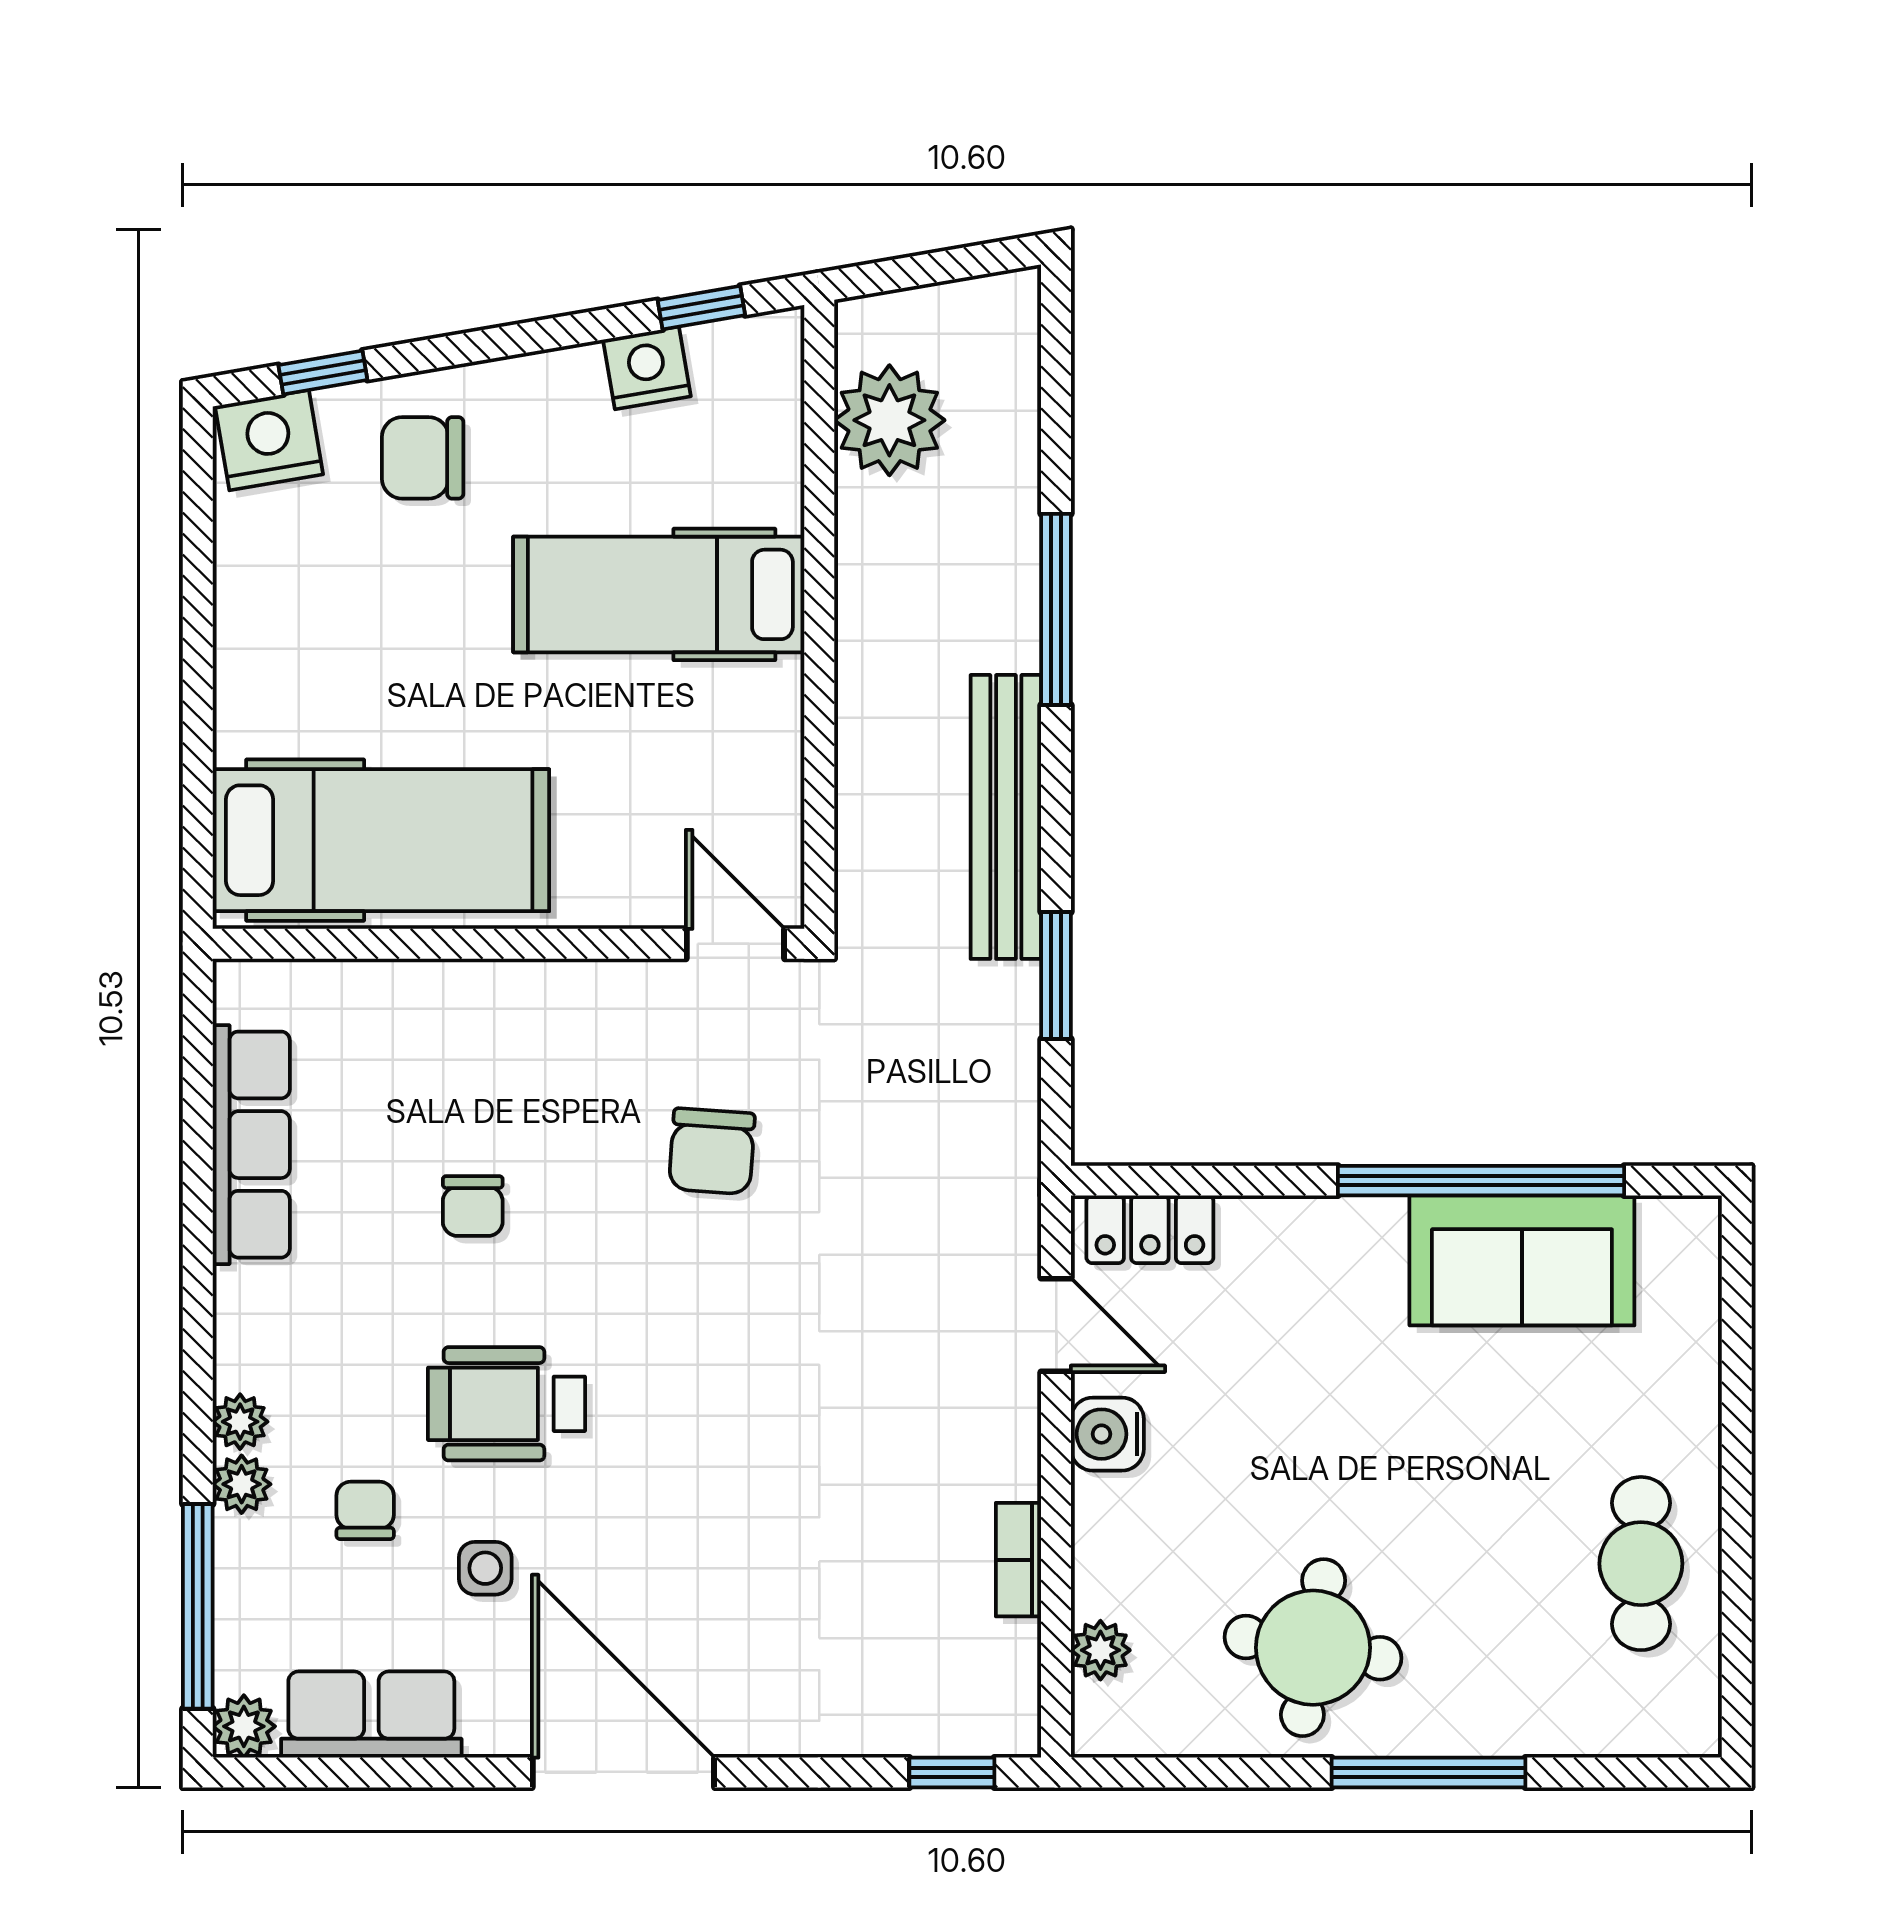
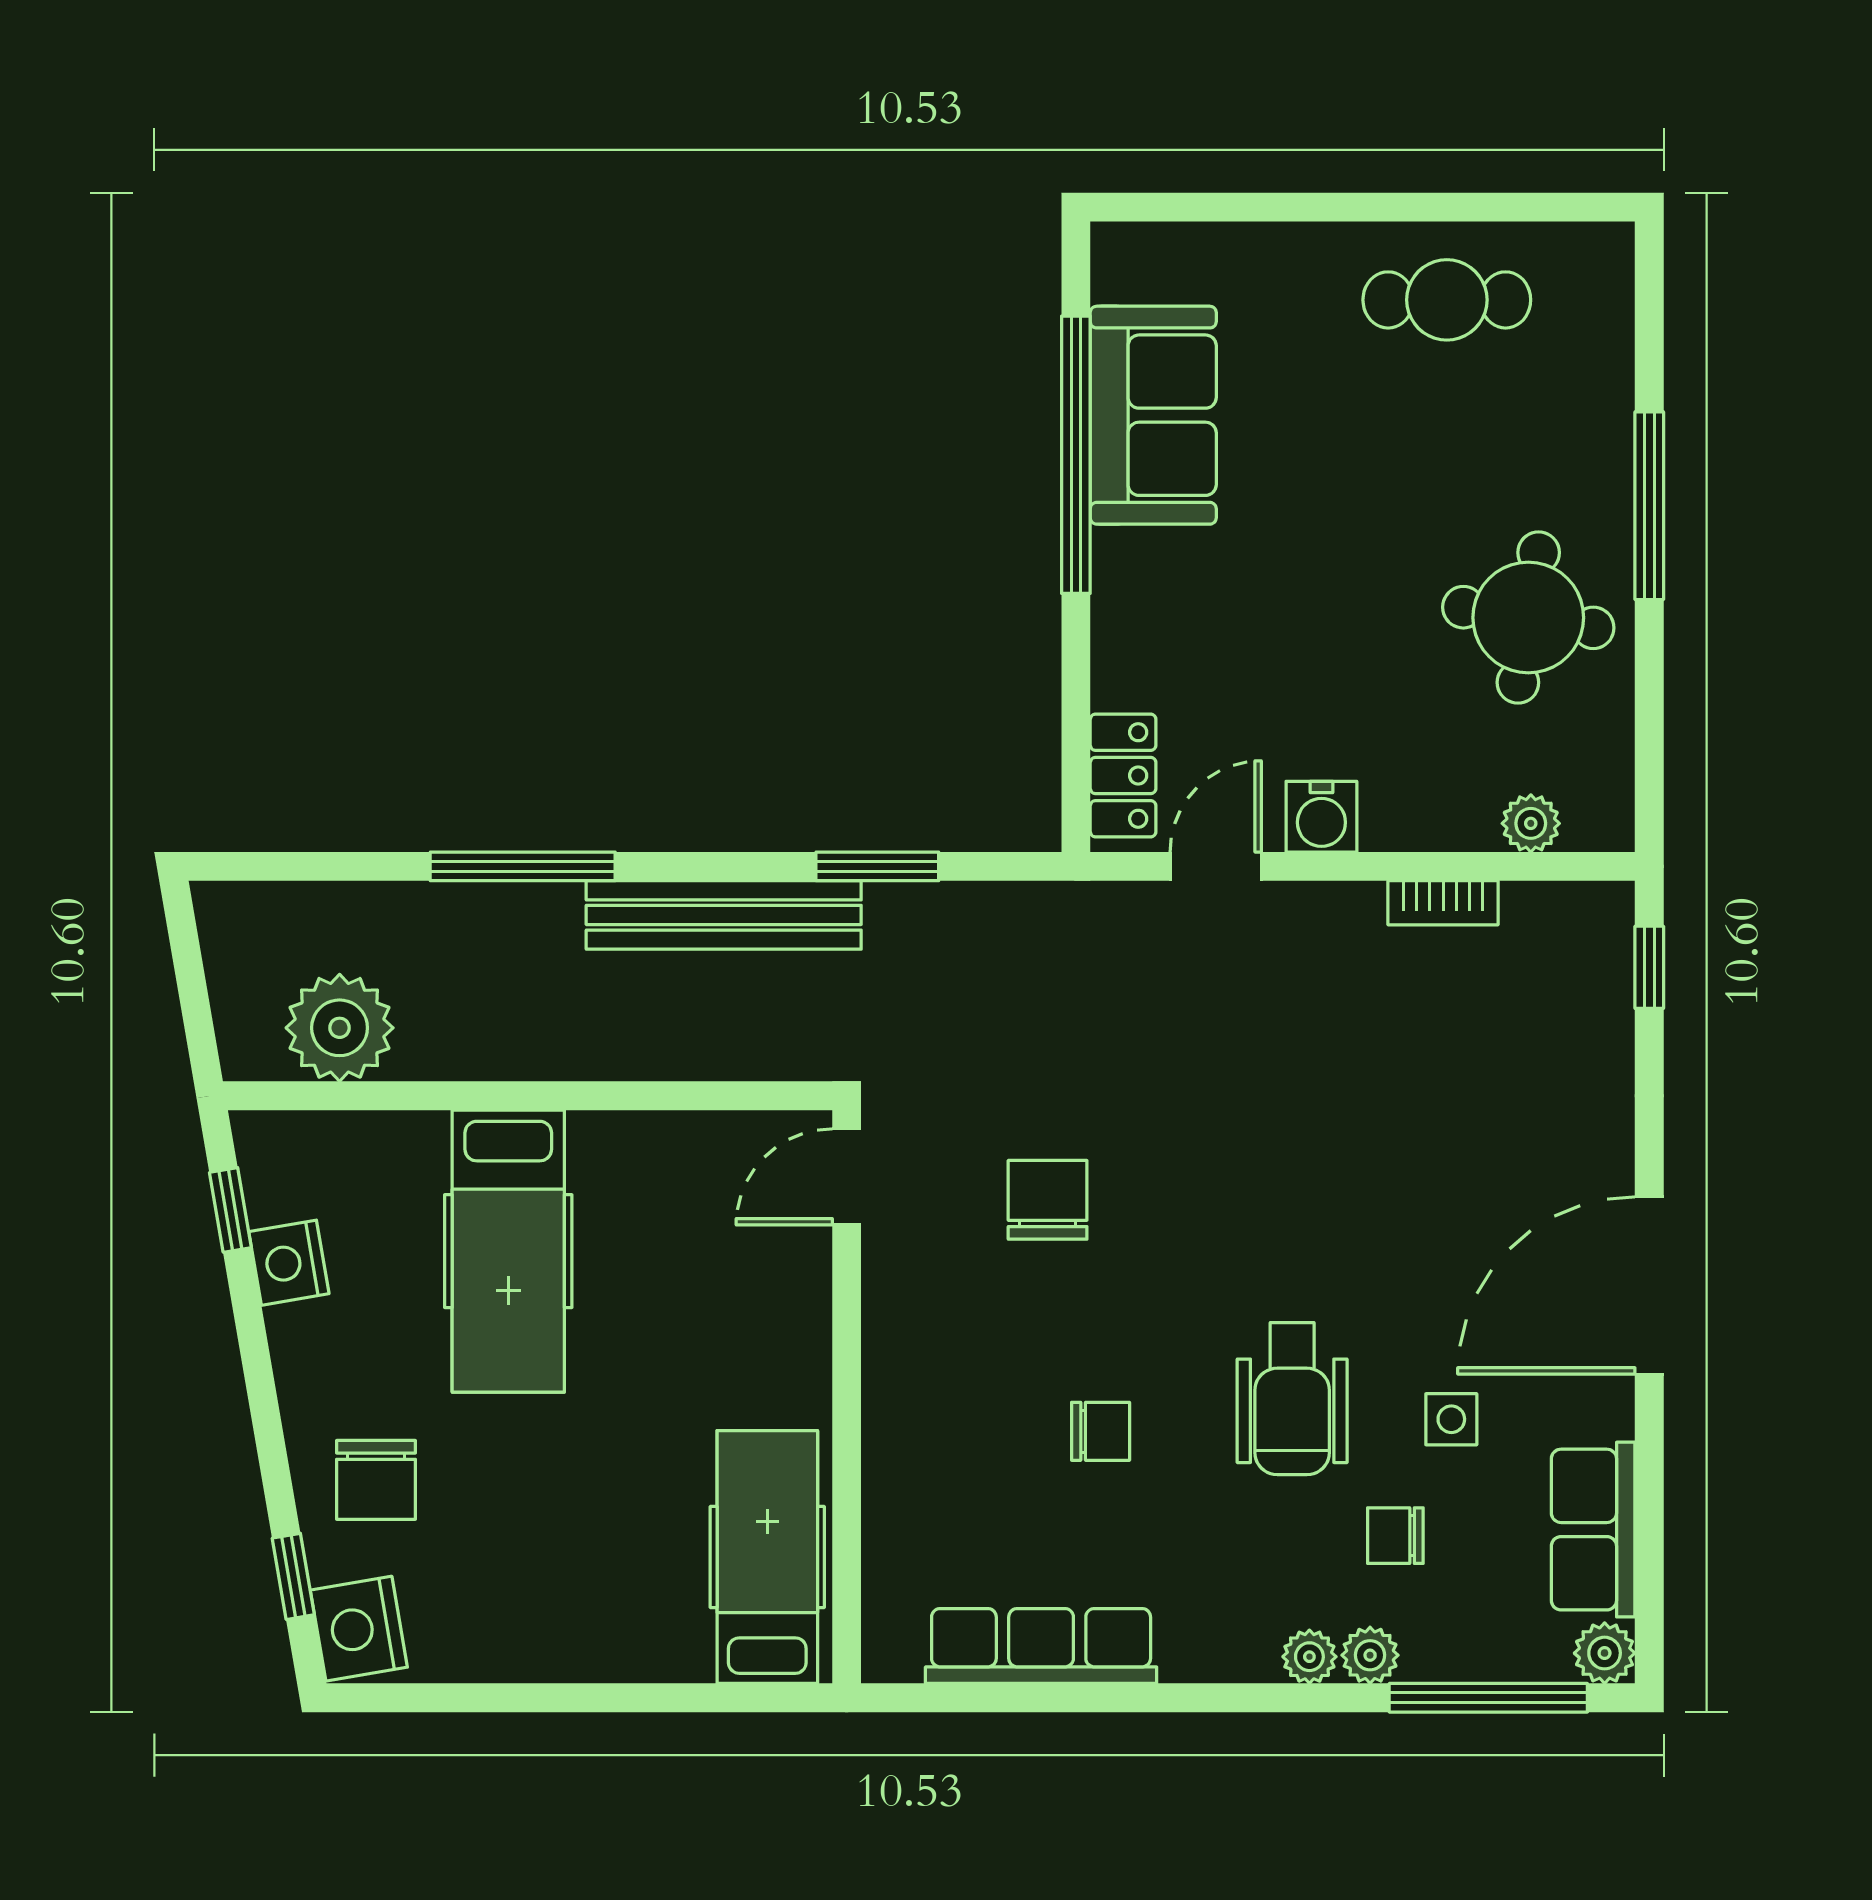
hospital bed: (381, 840) -> (767, 1557), width x0.73, depth x0.78
chair: (712, 1151) -> (1048, 1200), turned -94

